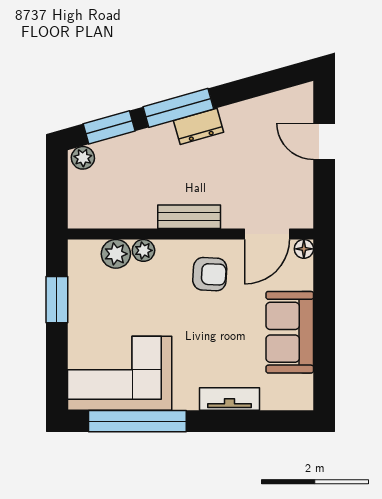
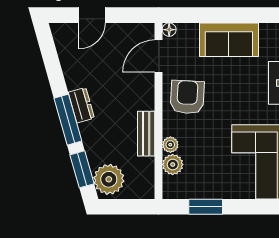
plant: (83, 158) -> (109, 179), width x1.87, depth x1.87
bench: (189, 217) -> (146, 134), moved
door: (267, 234) -> (159, 56), swing flipped
armchair: (210, 274) -> (187, 97), width x1.38, depth x1.38

